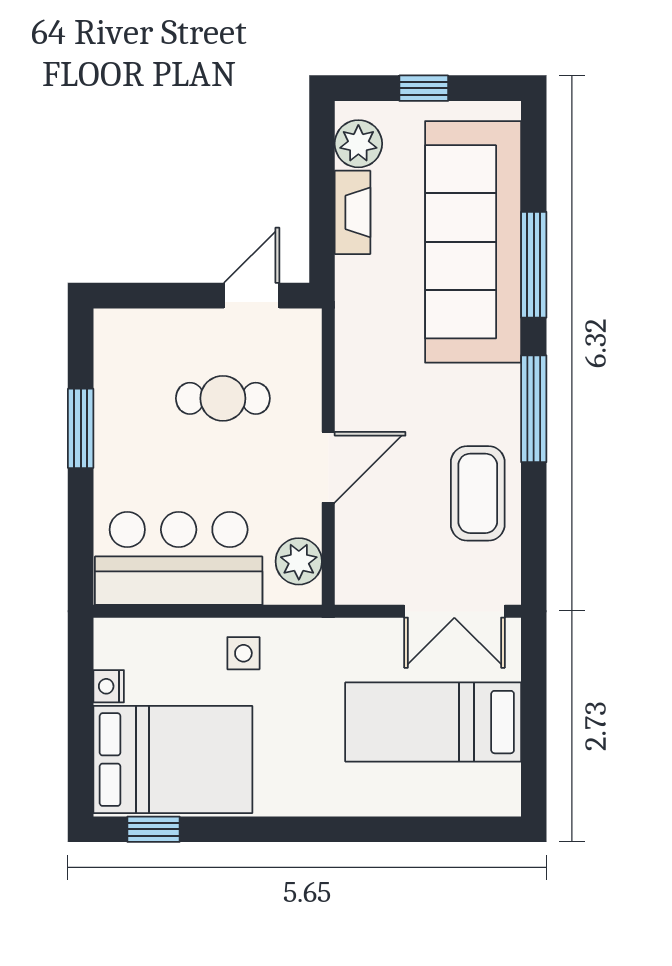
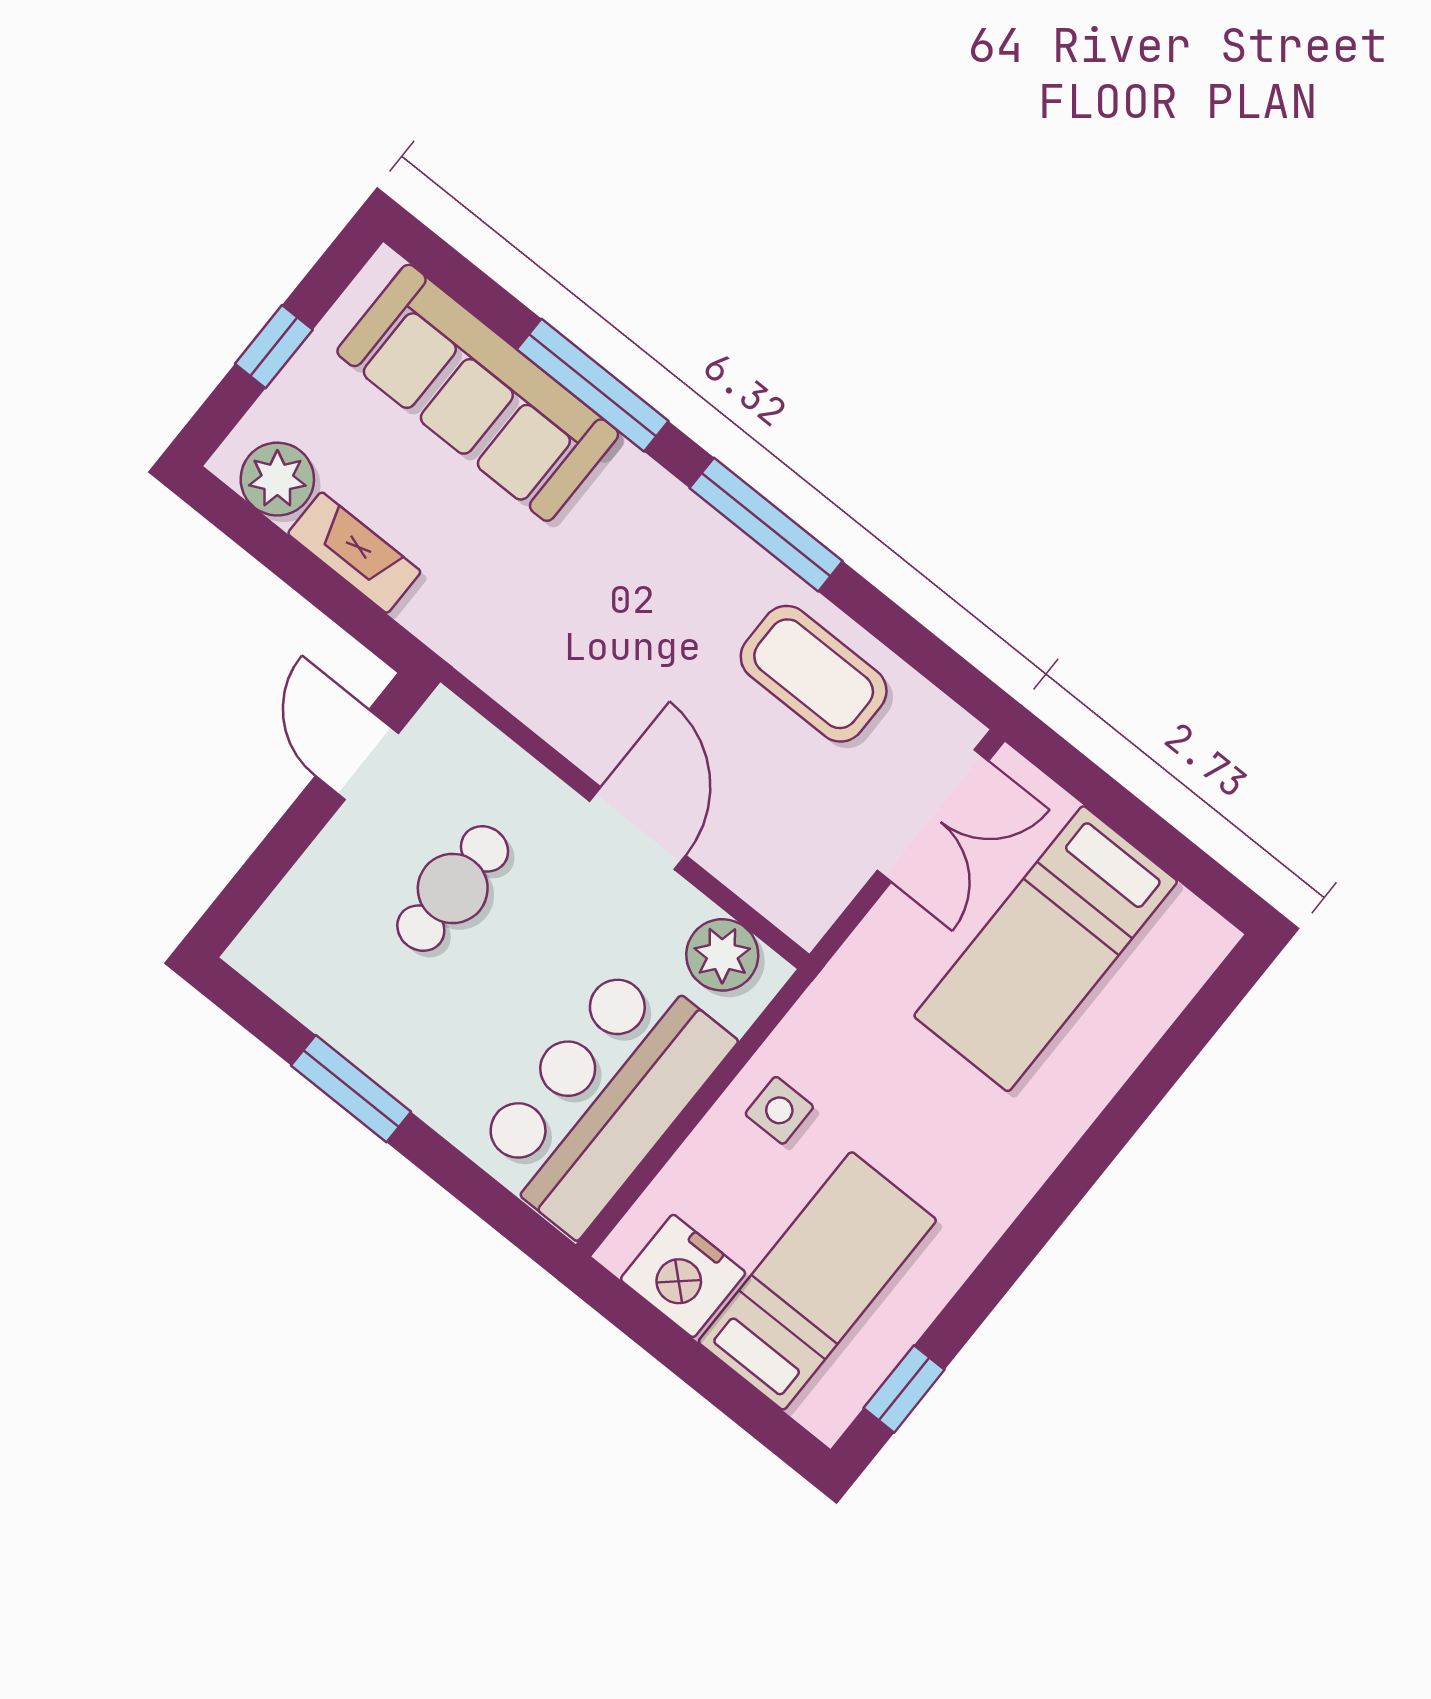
sofa: (473, 242) -> (478, 393), width x0.74, depth x0.79
nightstand: (109, 686) -> (683, 1276), width x1.89, depth x1.79
bed: (173, 760) -> (817, 1281), width x0.67

